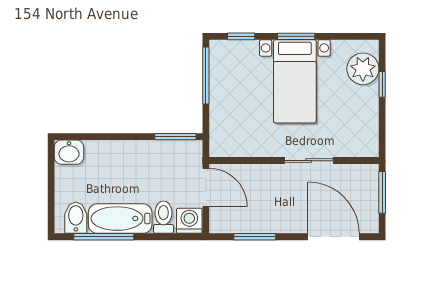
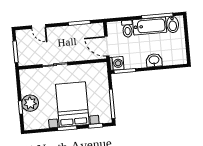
plant: (363, 69) -> (30, 103), moved
bed with nightstands: (295, 81) -> (72, 104), width x1.36
washbasin: (69, 152) -> (154, 60), moved
washing machine: (189, 221) -> (117, 63), moved, turned -90
door: (334, 237) -> (39, 26), width x0.53

